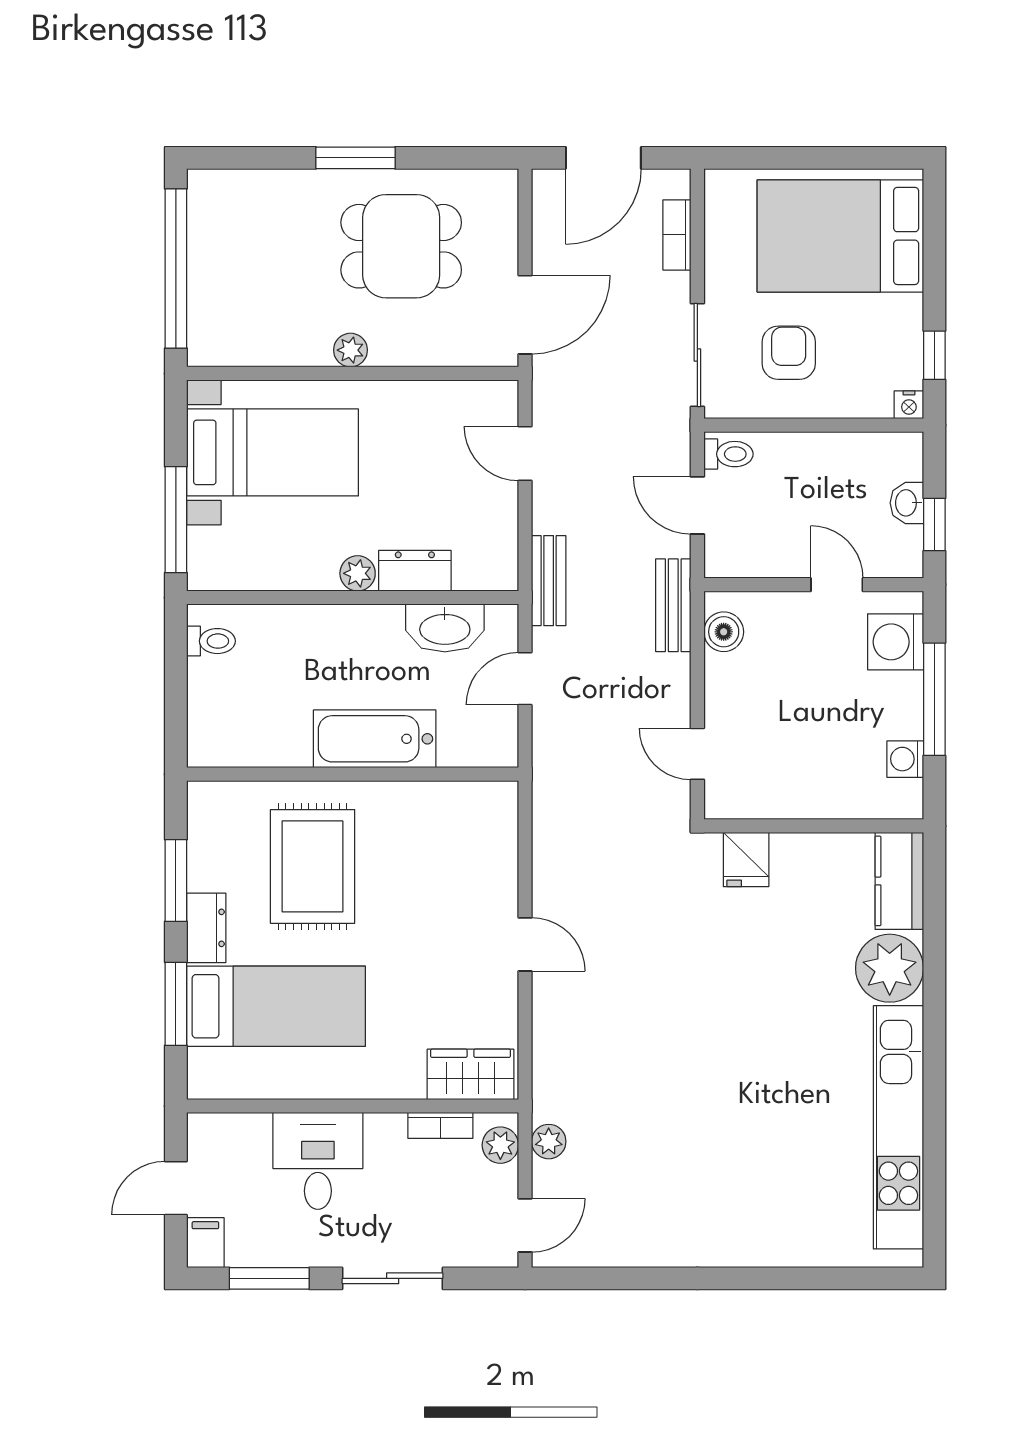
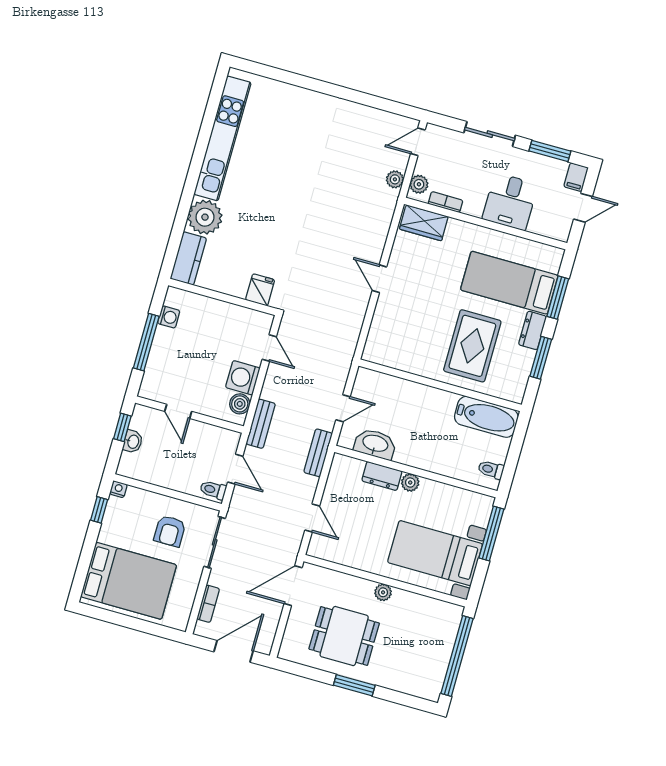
washing machine: (896, 642) -> (243, 378), moved, turned 180
bathtub: (375, 739) -> (486, 417), moved

